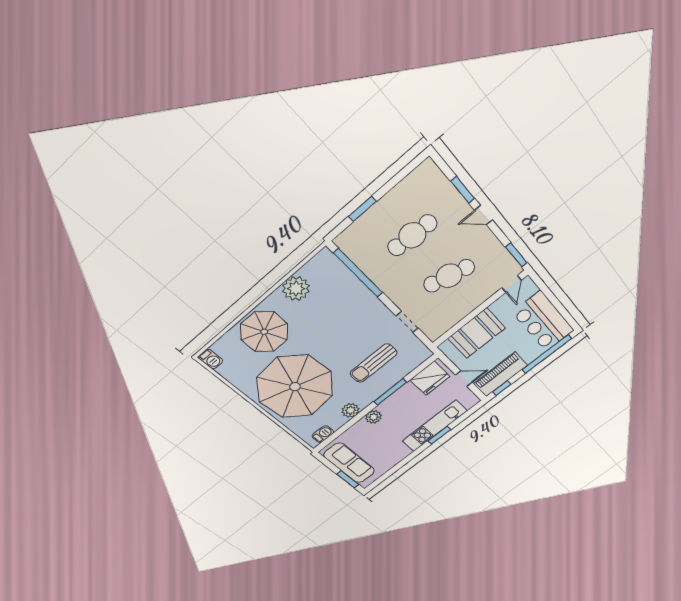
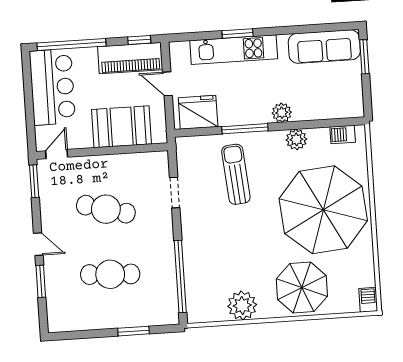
sun lounger: (374, 363) -> (236, 174), turned -95
sofa: (349, 463) -> (324, 47), moved, turned -90

